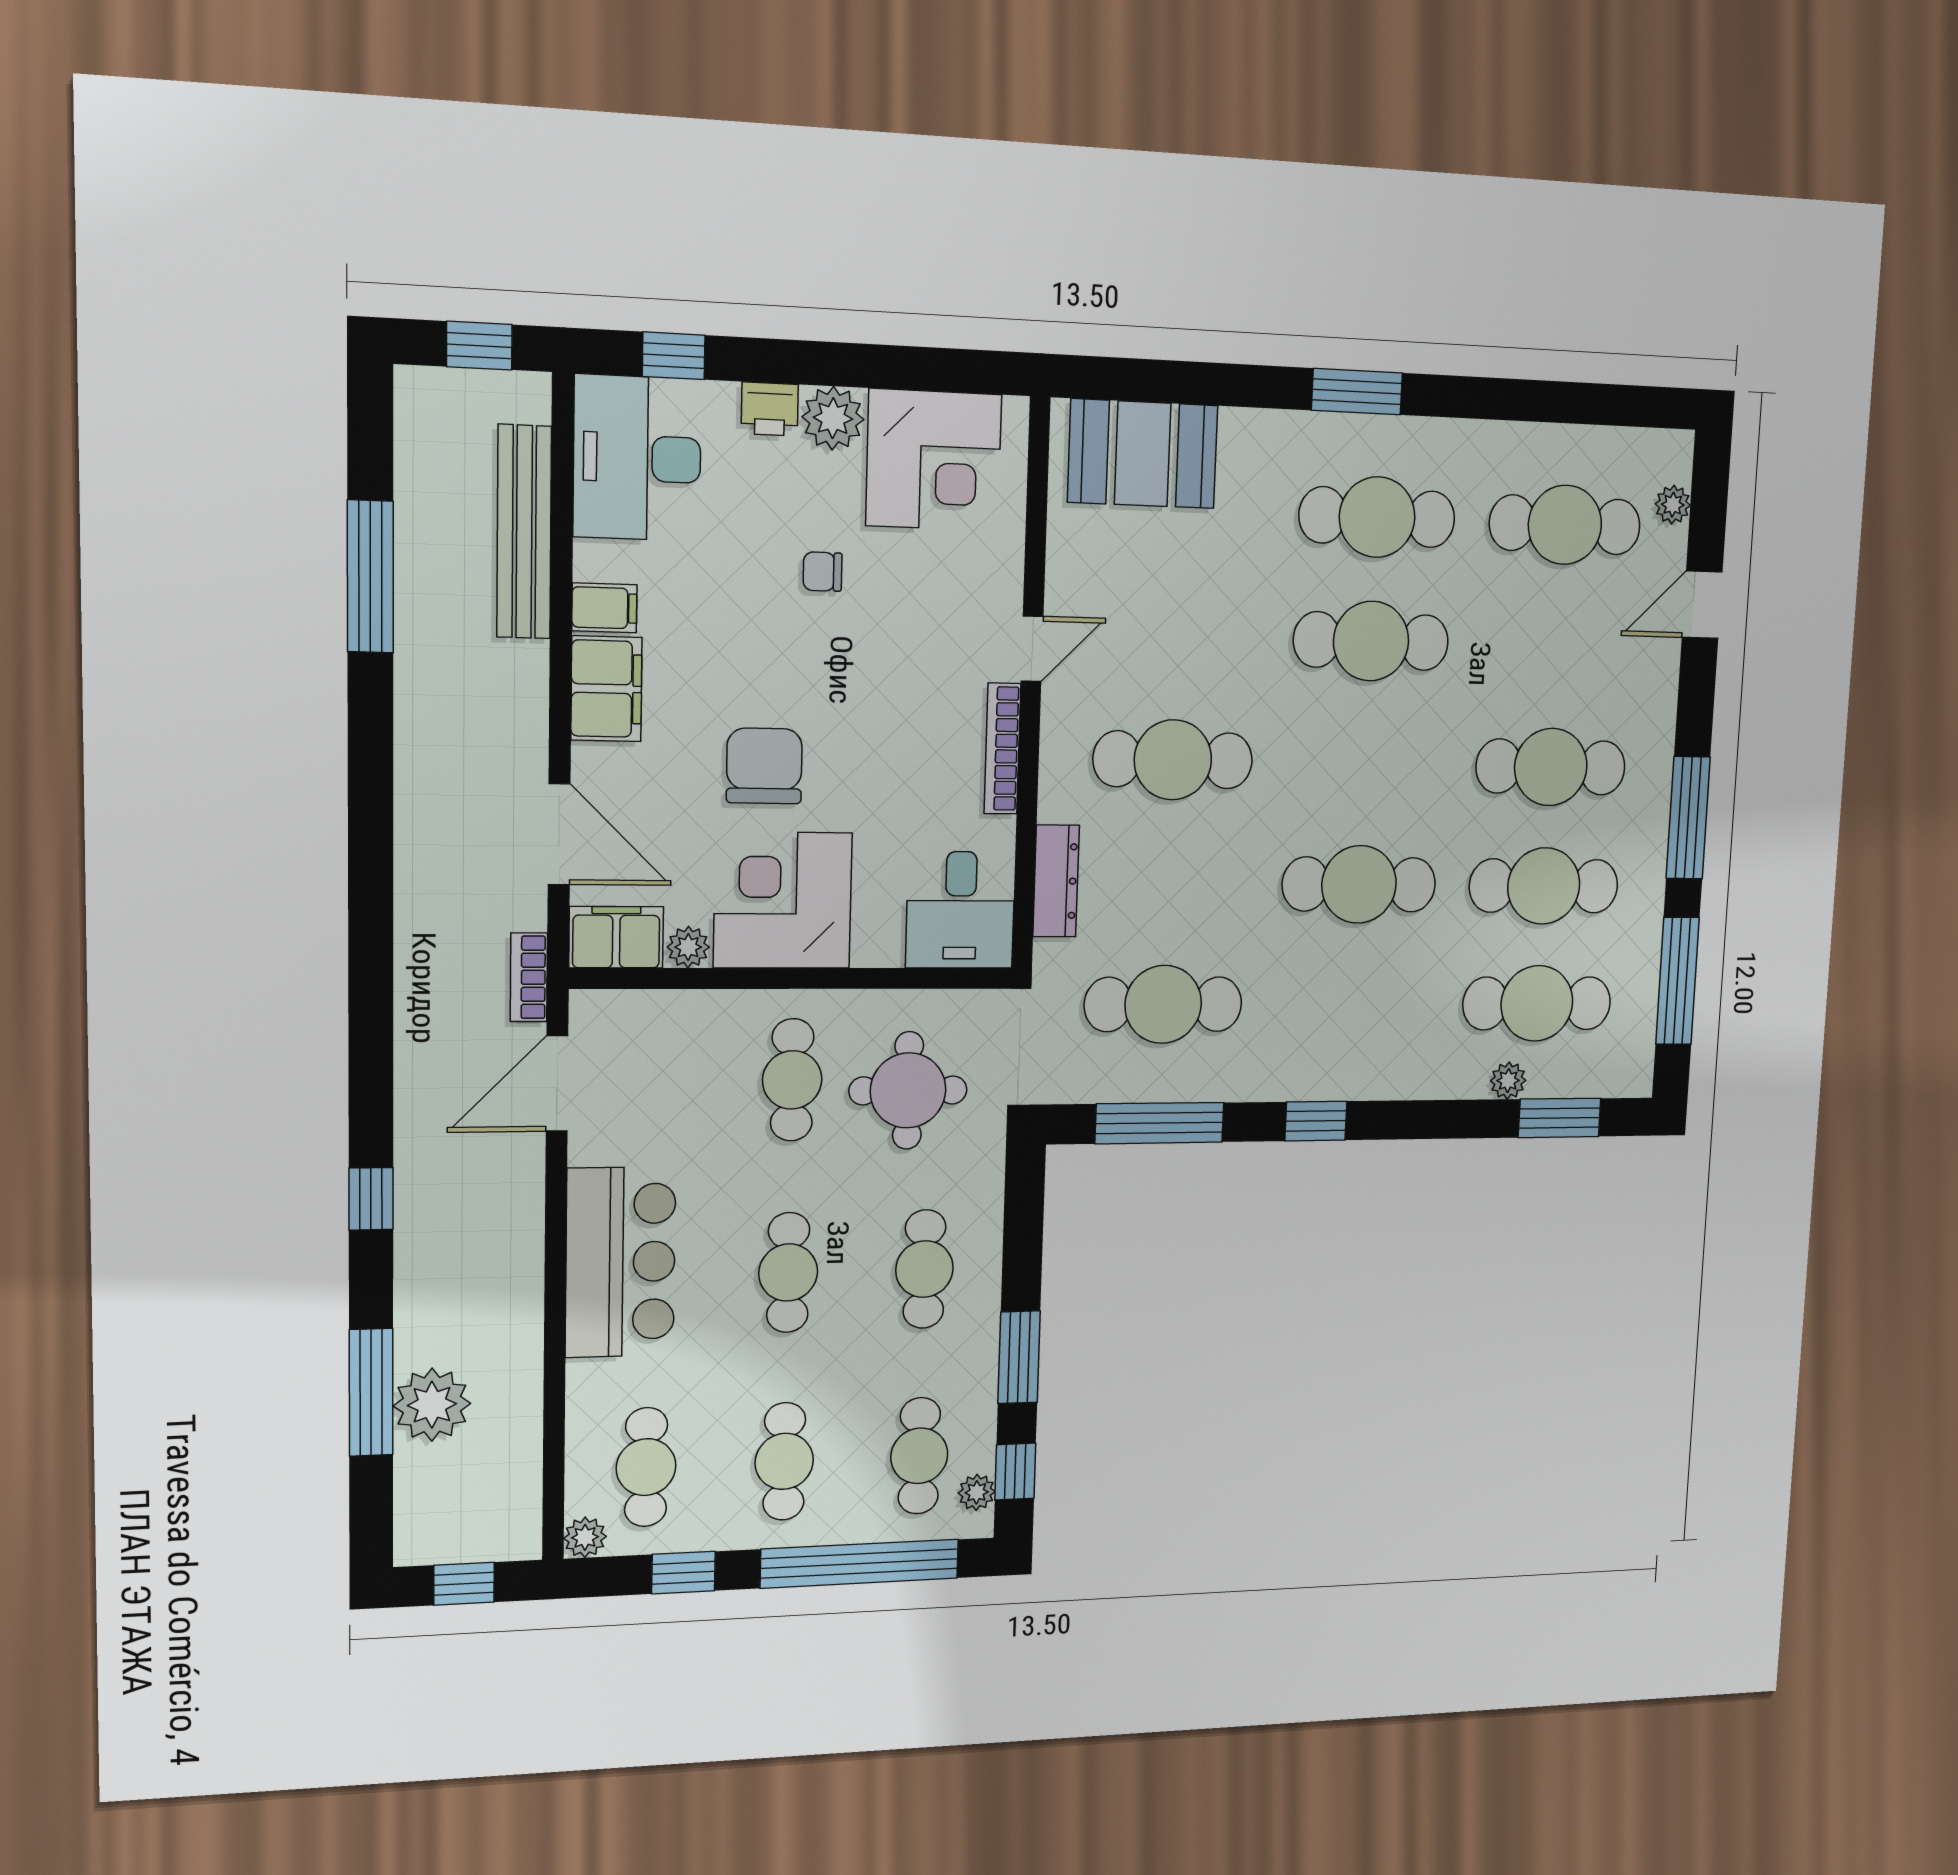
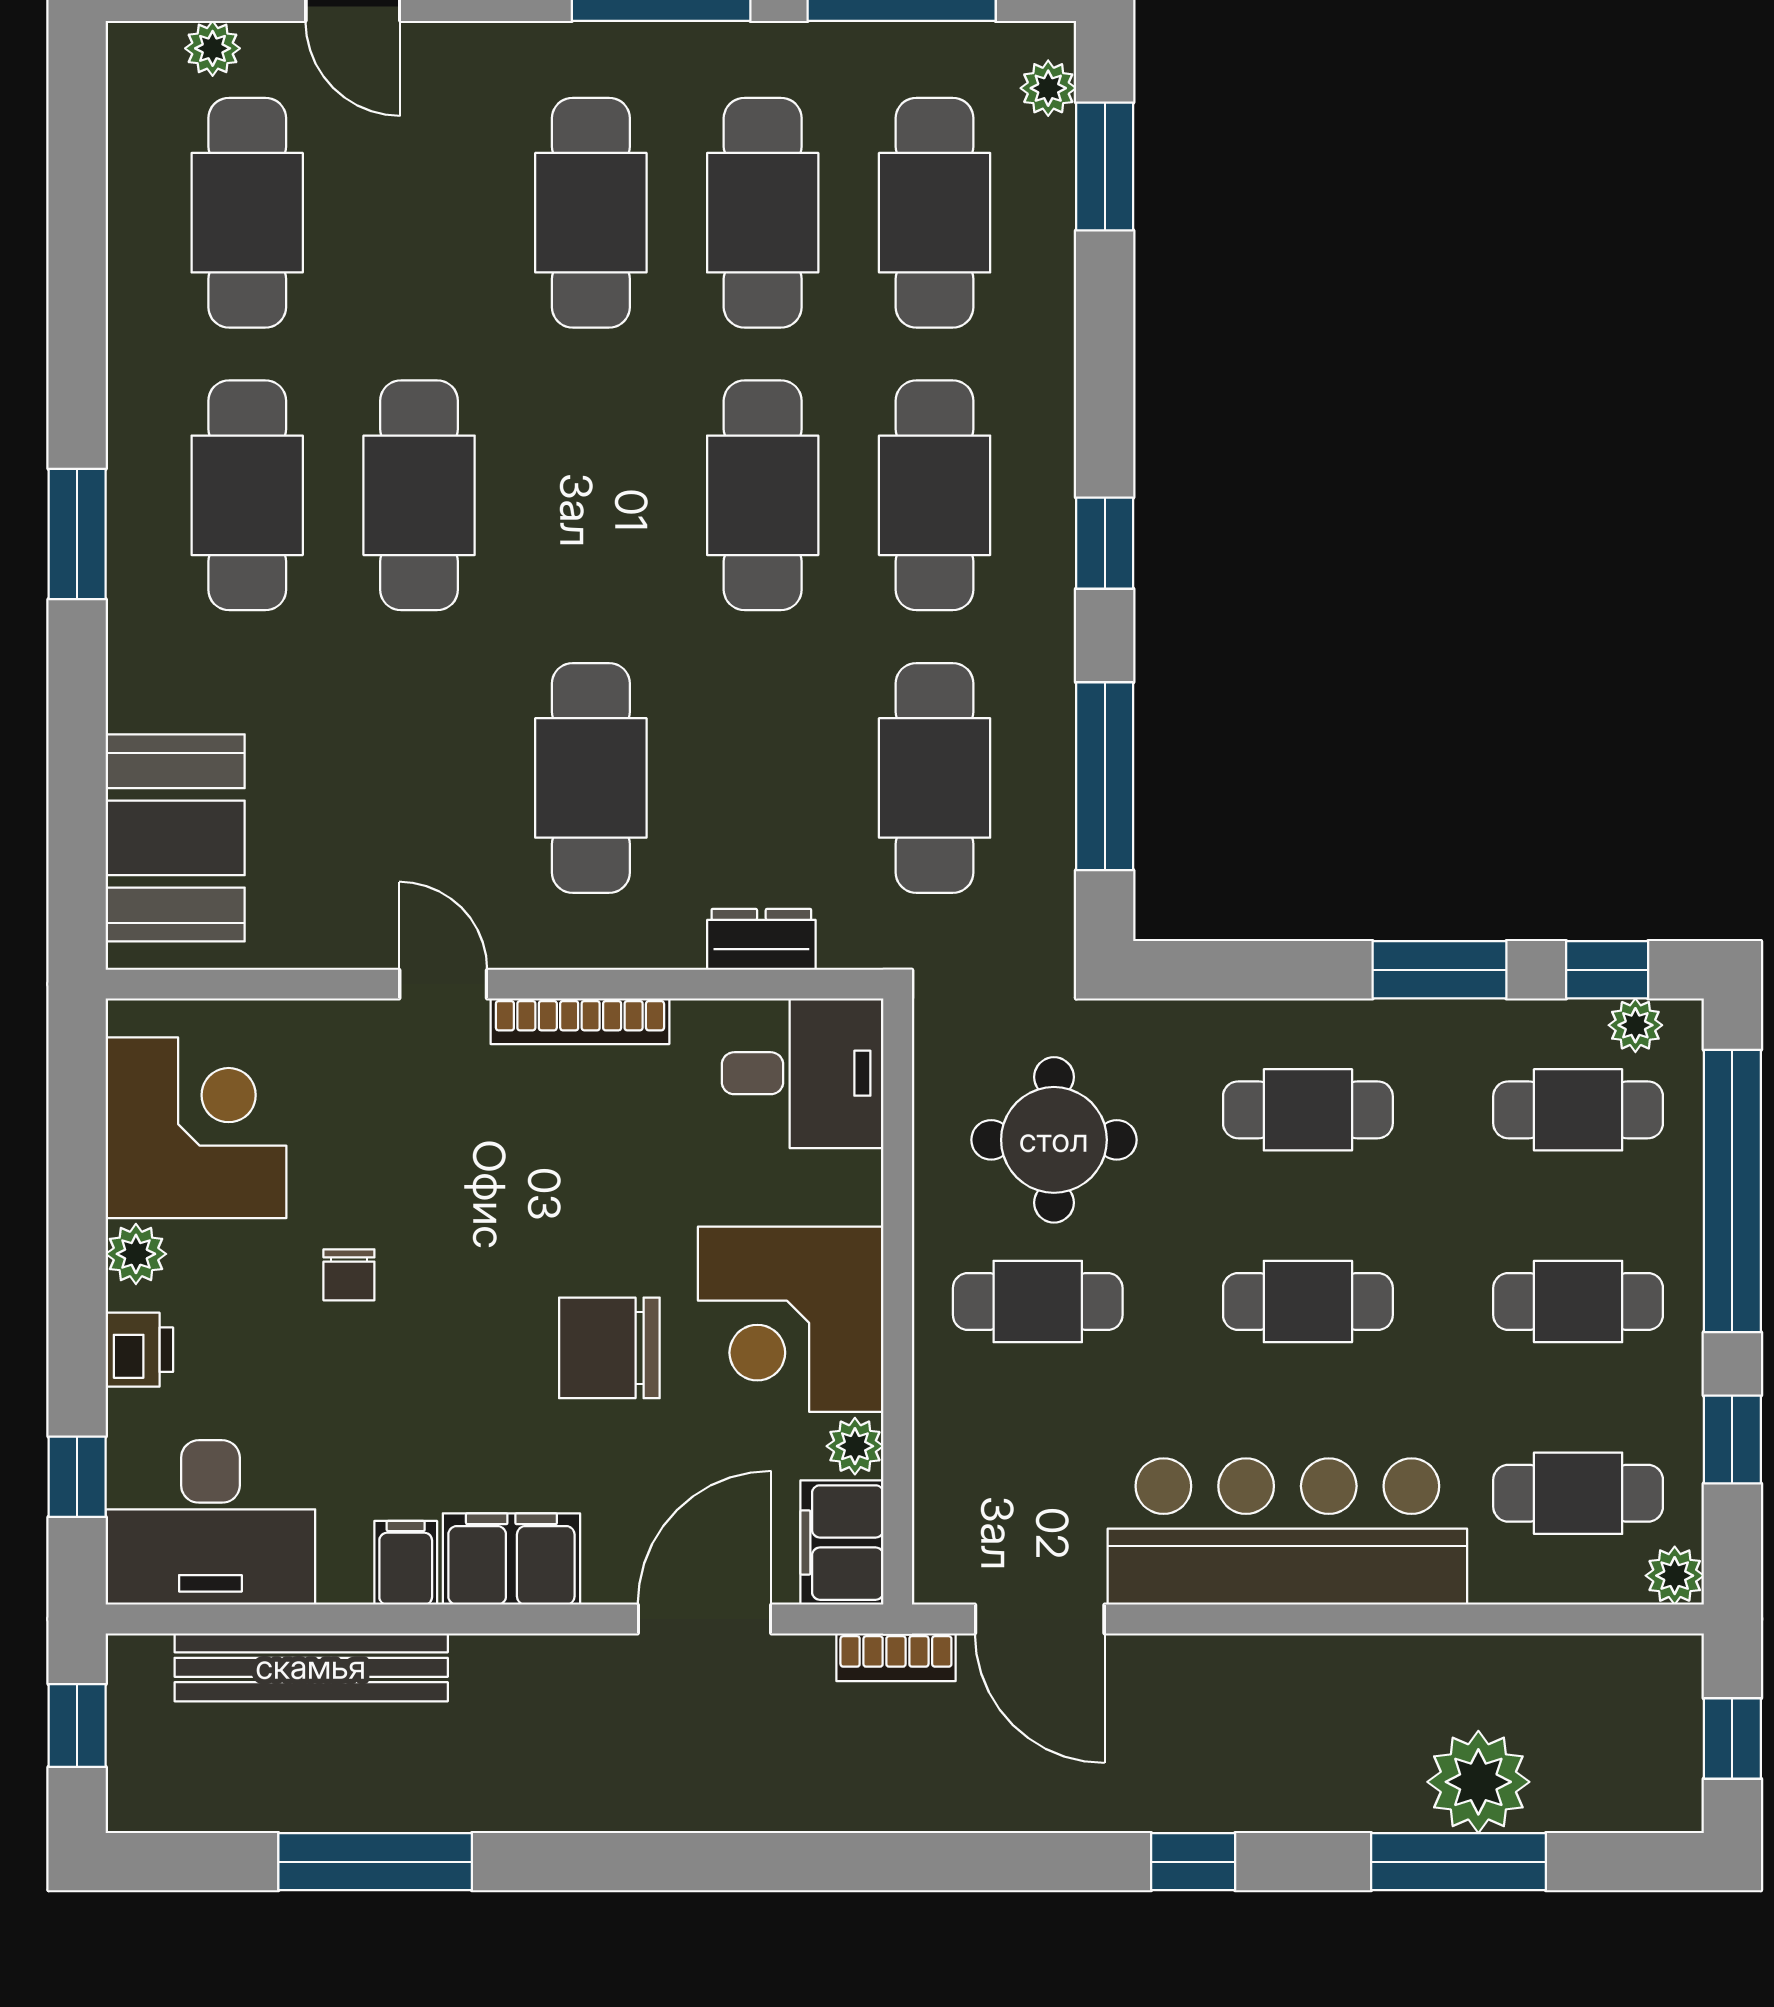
plant: (833, 418) -> (136, 1254), width x0.73, depth x0.73
dresser: (1056, 881) -> (761, 939), width x0.70
cafe table: (1353, 1004) -> (935, 495), added
plant: (1508, 1081) -> (1048, 88), moved
bar counter: (621, 1262) -> (1287, 1532), width x1.36

